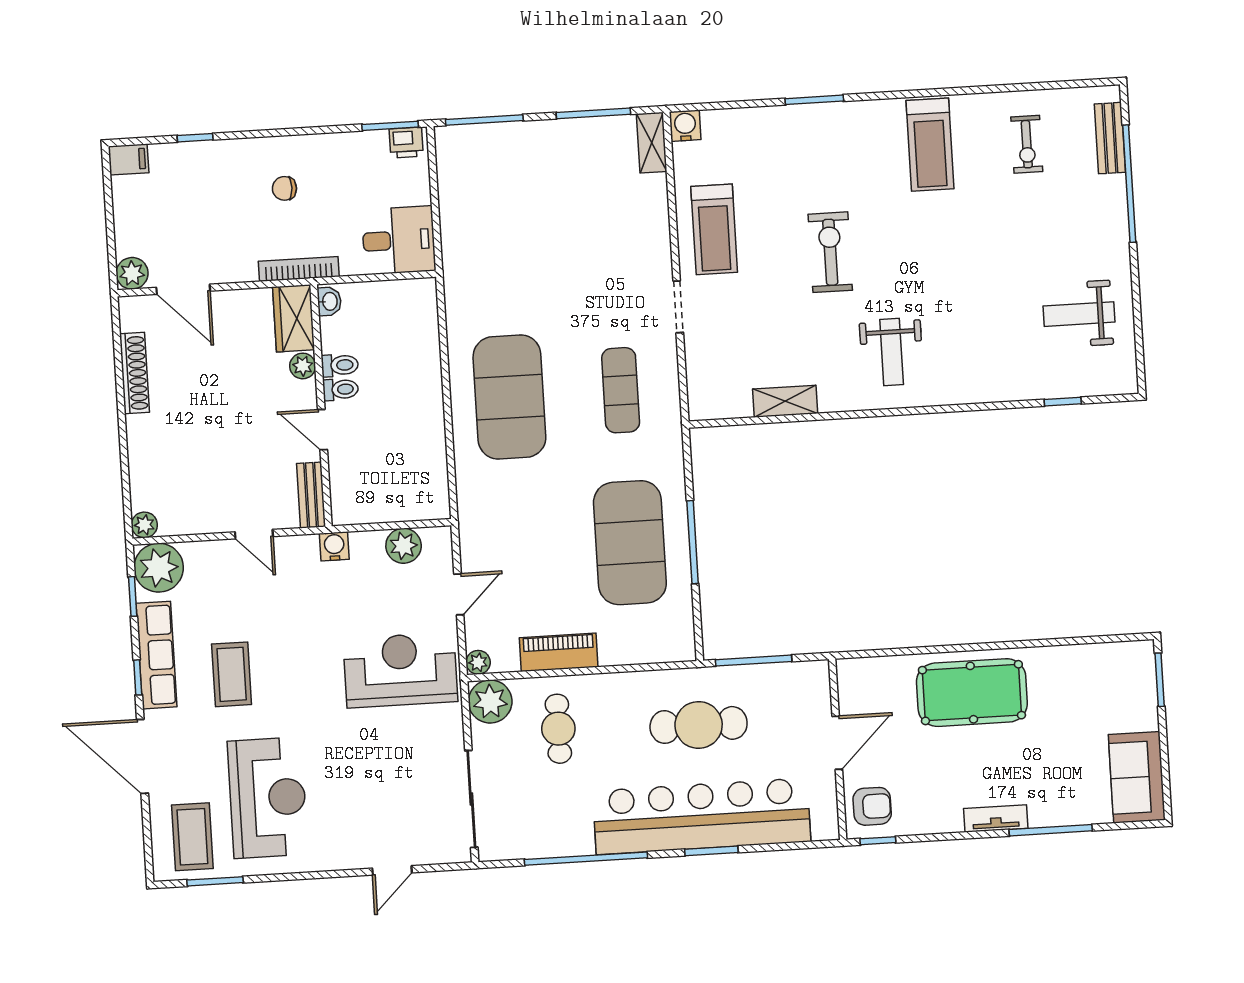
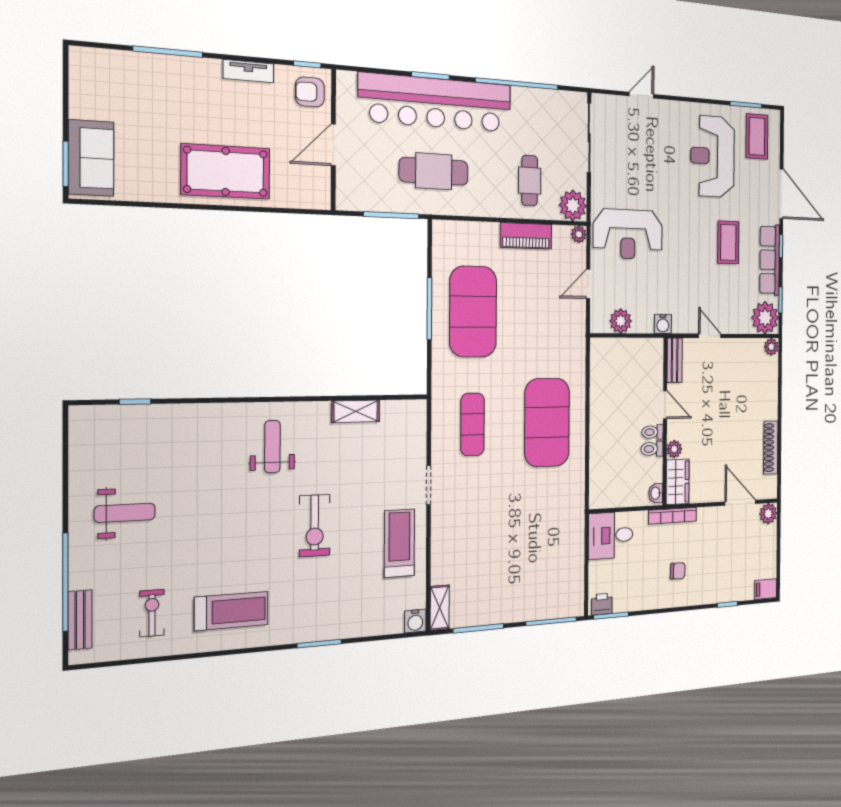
treadmill: (930, 145) -> (231, 611), turned 90
weight bench: (1079, 314) -> (125, 513), moved
sofa: (1137, 777) -> (91, 158), moved
tv unit: (996, 818) -> (248, 71), moved

